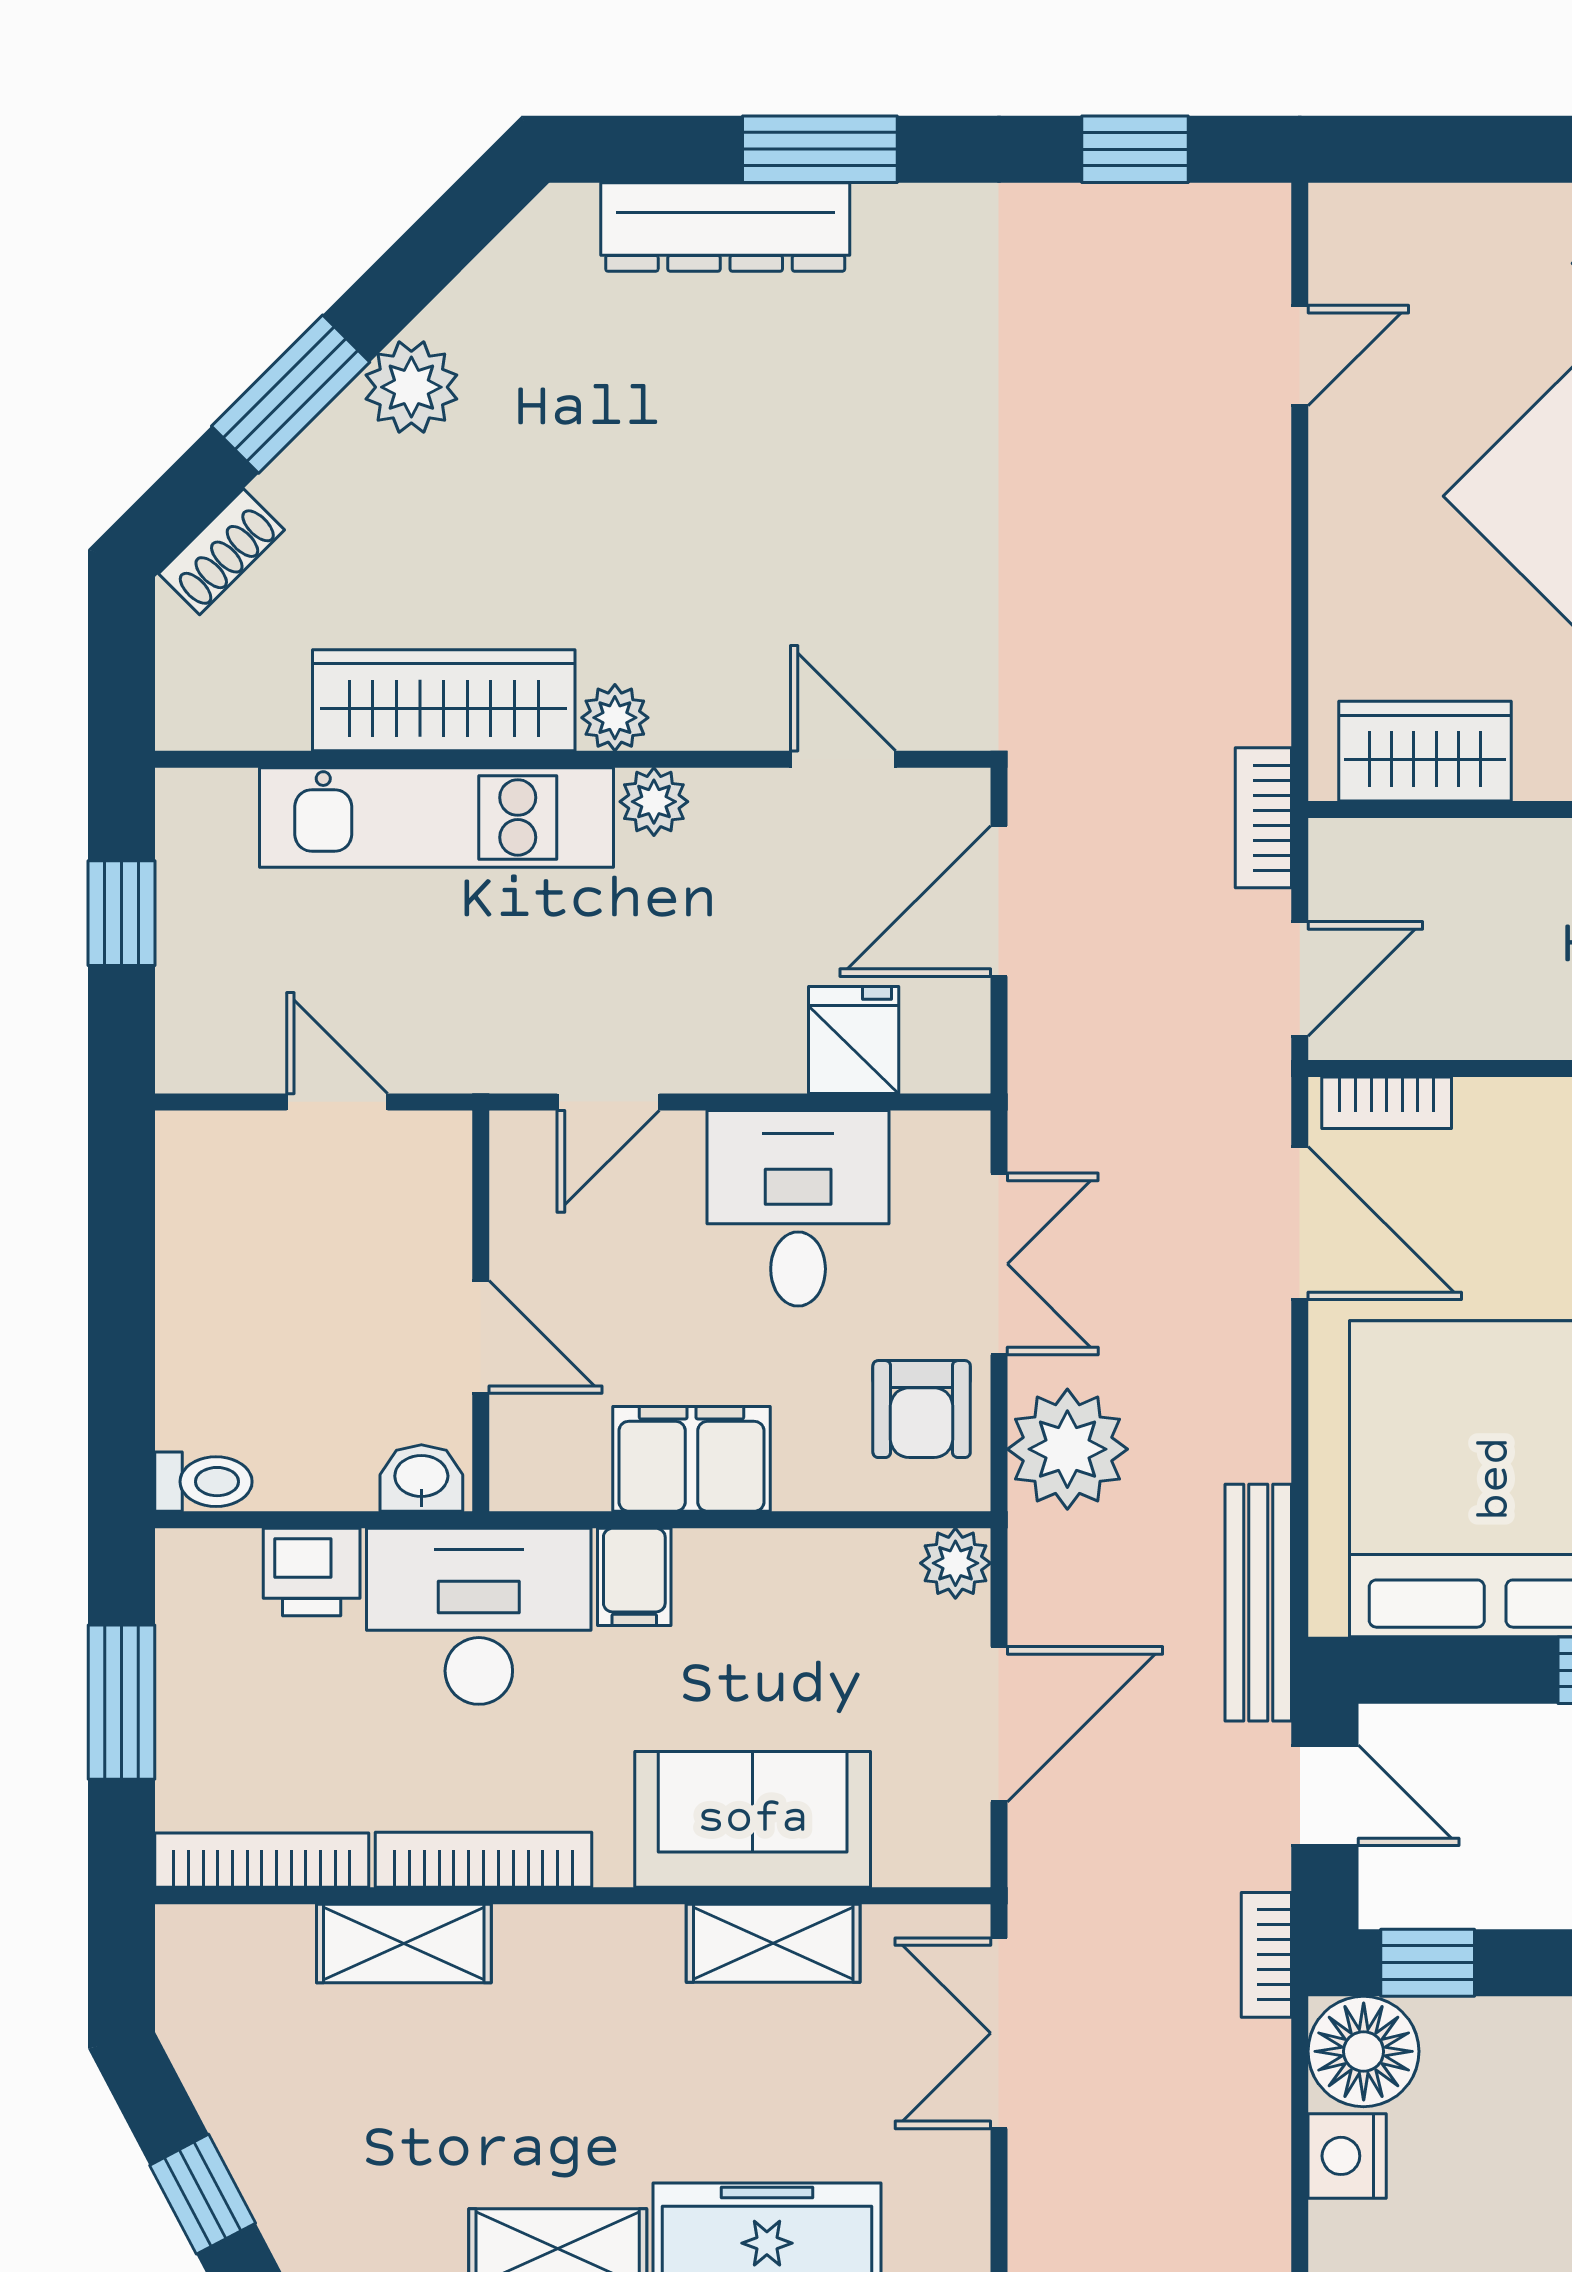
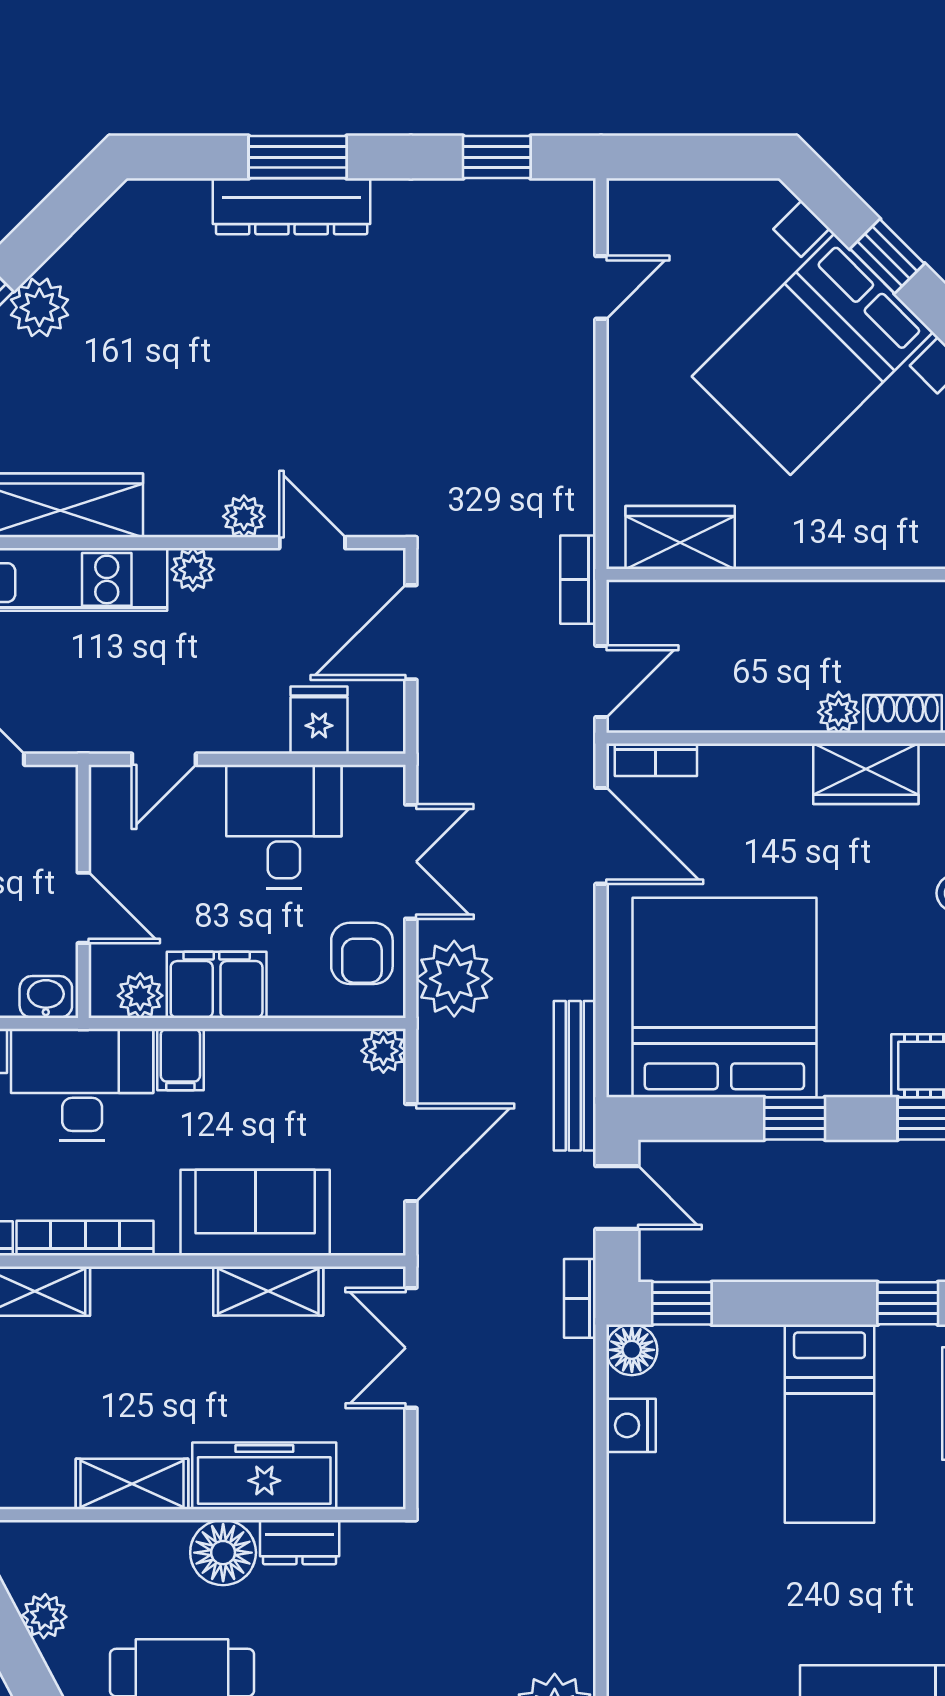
dresser: (725, 227) -> (292, 206), moved
plant: (615, 718) -> (244, 516), moved
plant: (570, 1476) -> (140, 996), added
floor lamp: (1364, 2051) -> (632, 1350), width x0.73, depth x0.73

